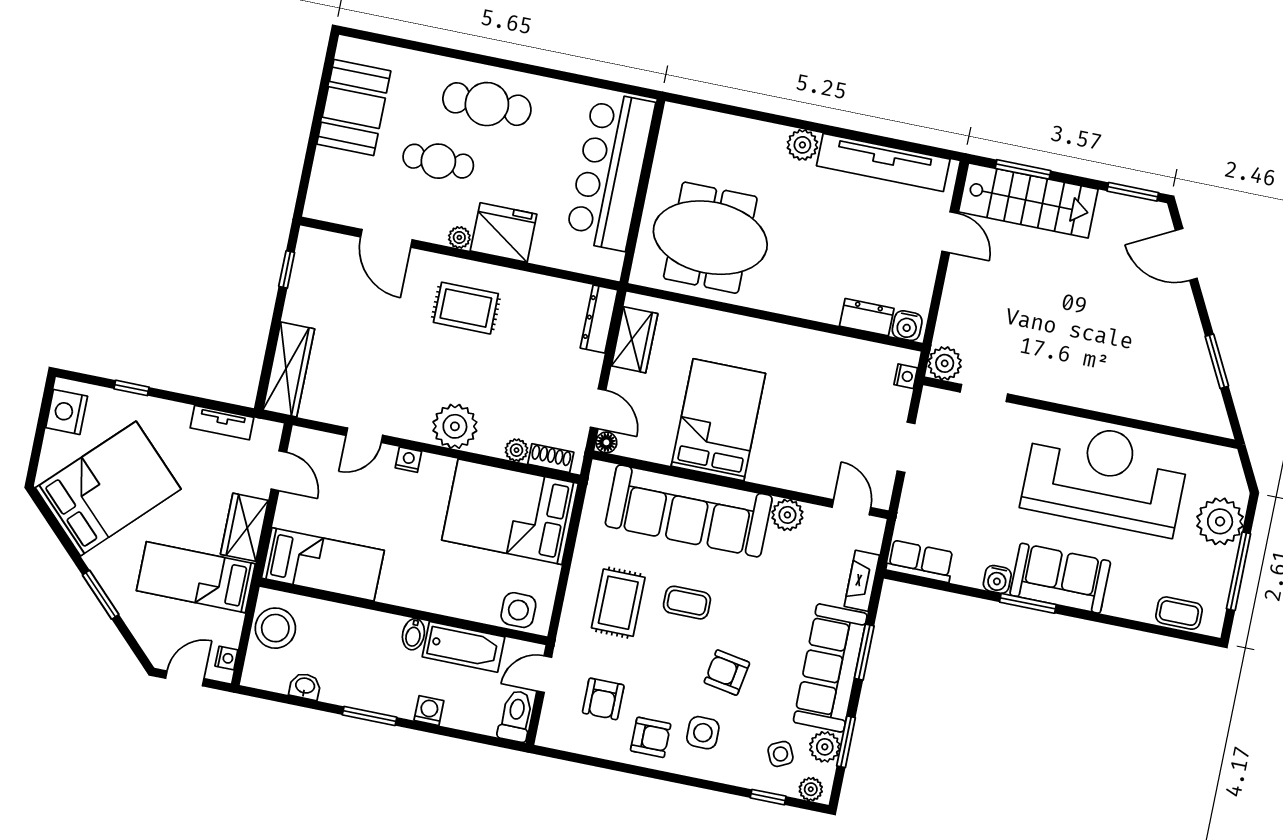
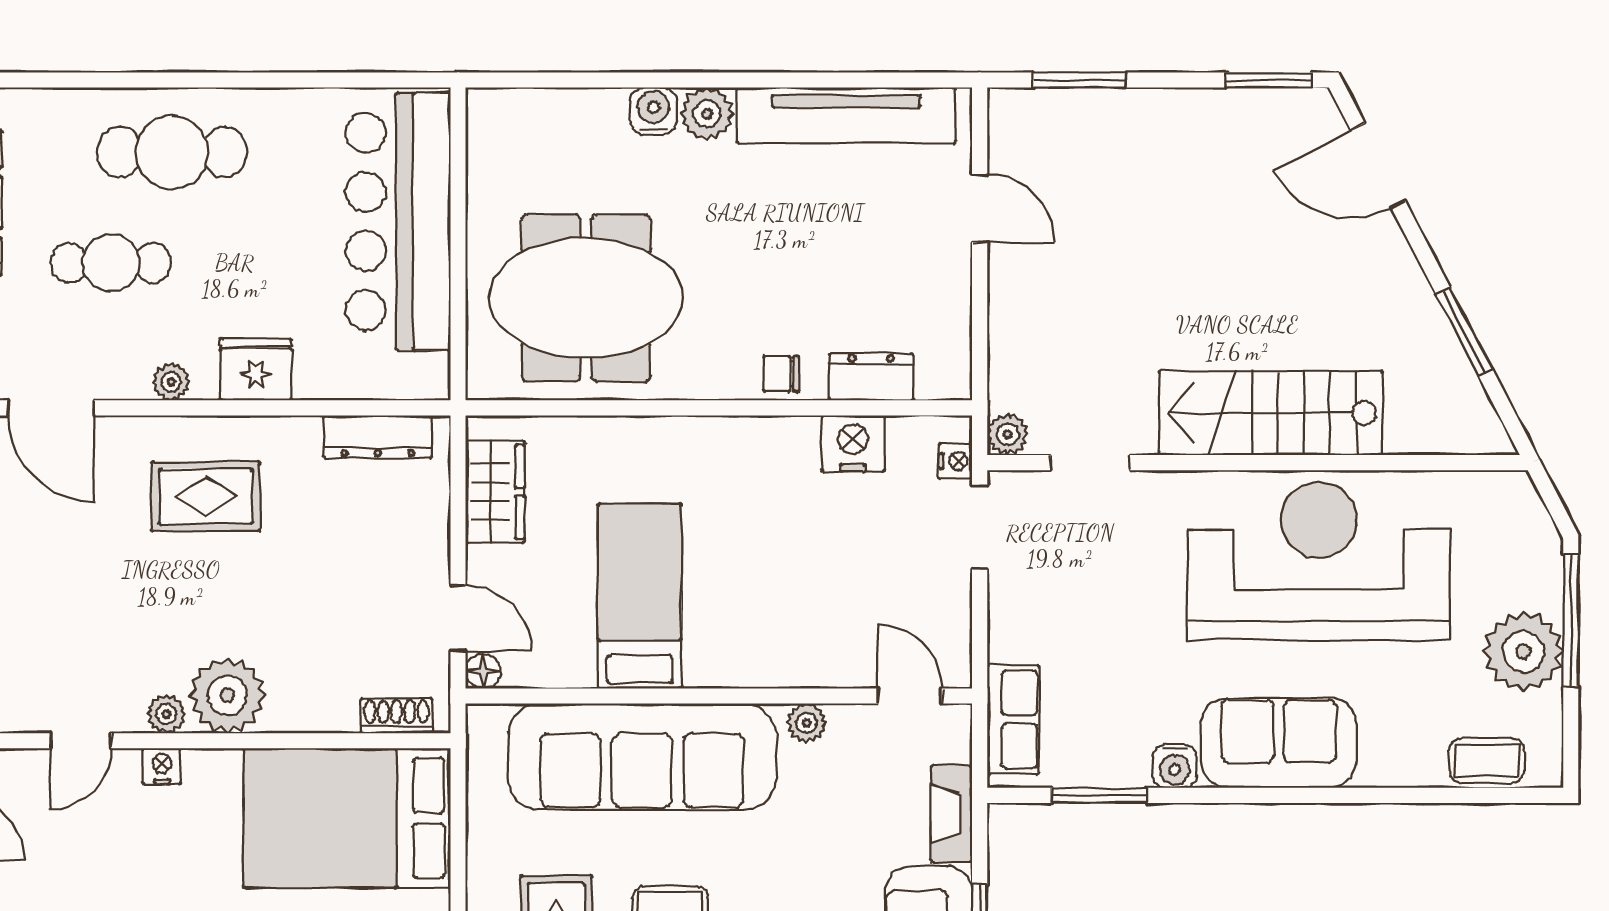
stairs: (1028, 200) -> (1271, 413), moved, turned 180
fridge: (504, 233) -> (256, 369), width x0.73, depth x0.75
chair: (815, 305) -> (781, 374), added
dresser: (599, 319) -> (378, 437), moved, turned -90
water cooler: (907, 326) -> (654, 111), moved, turned 180
nightstand: (848, 354) -> (853, 444), added
plant: (945, 363) -> (1008, 435), width x0.73, depth x0.73
bed: (718, 420) -> (640, 596), width x0.67
doorway: (906, 447) -> (980, 527), moved
plant: (516, 450) -> (166, 714), moved
plant: (787, 515) -> (807, 723), width x0.73, depth x0.73
plant: (1220, 521) -> (1523, 652), moved
row of seats: (920, 561) -> (1013, 719), moved, turned 90
window: (1239, 571) -> (1571, 620), moved
window: (1028, 603) -> (1099, 795), moved

